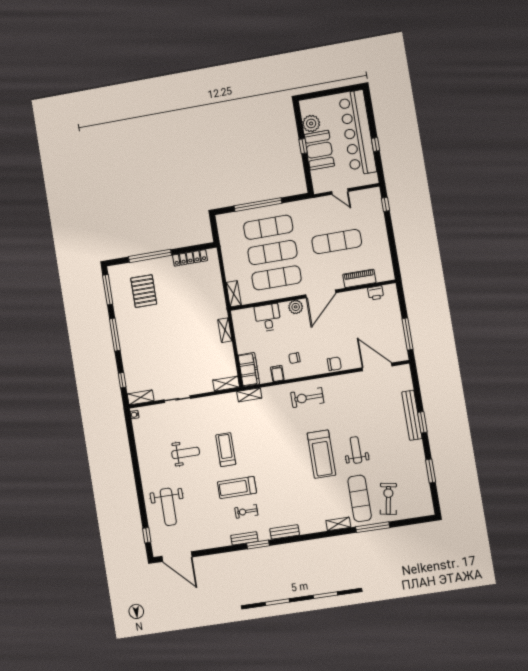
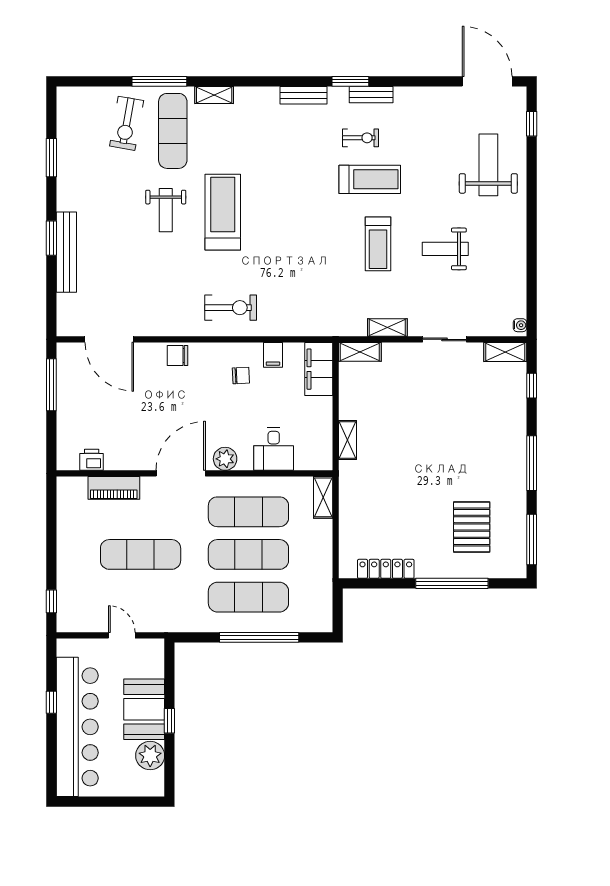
shelving: (249, 395) -> (387, 327), moved

